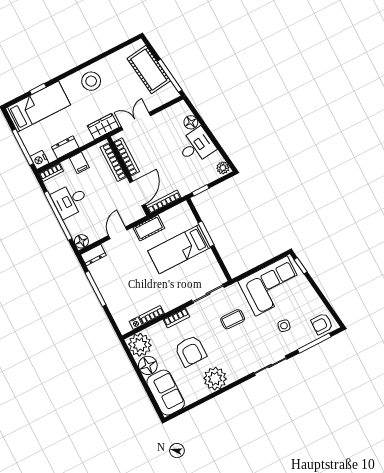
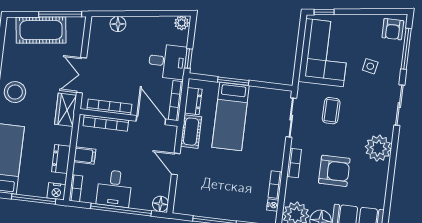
desk: (196, 146) -> (167, 62), moved, turned 97
dresser: (93, 255) -> (193, 101), moved
plant: (215, 379) -> (378, 148), moved

